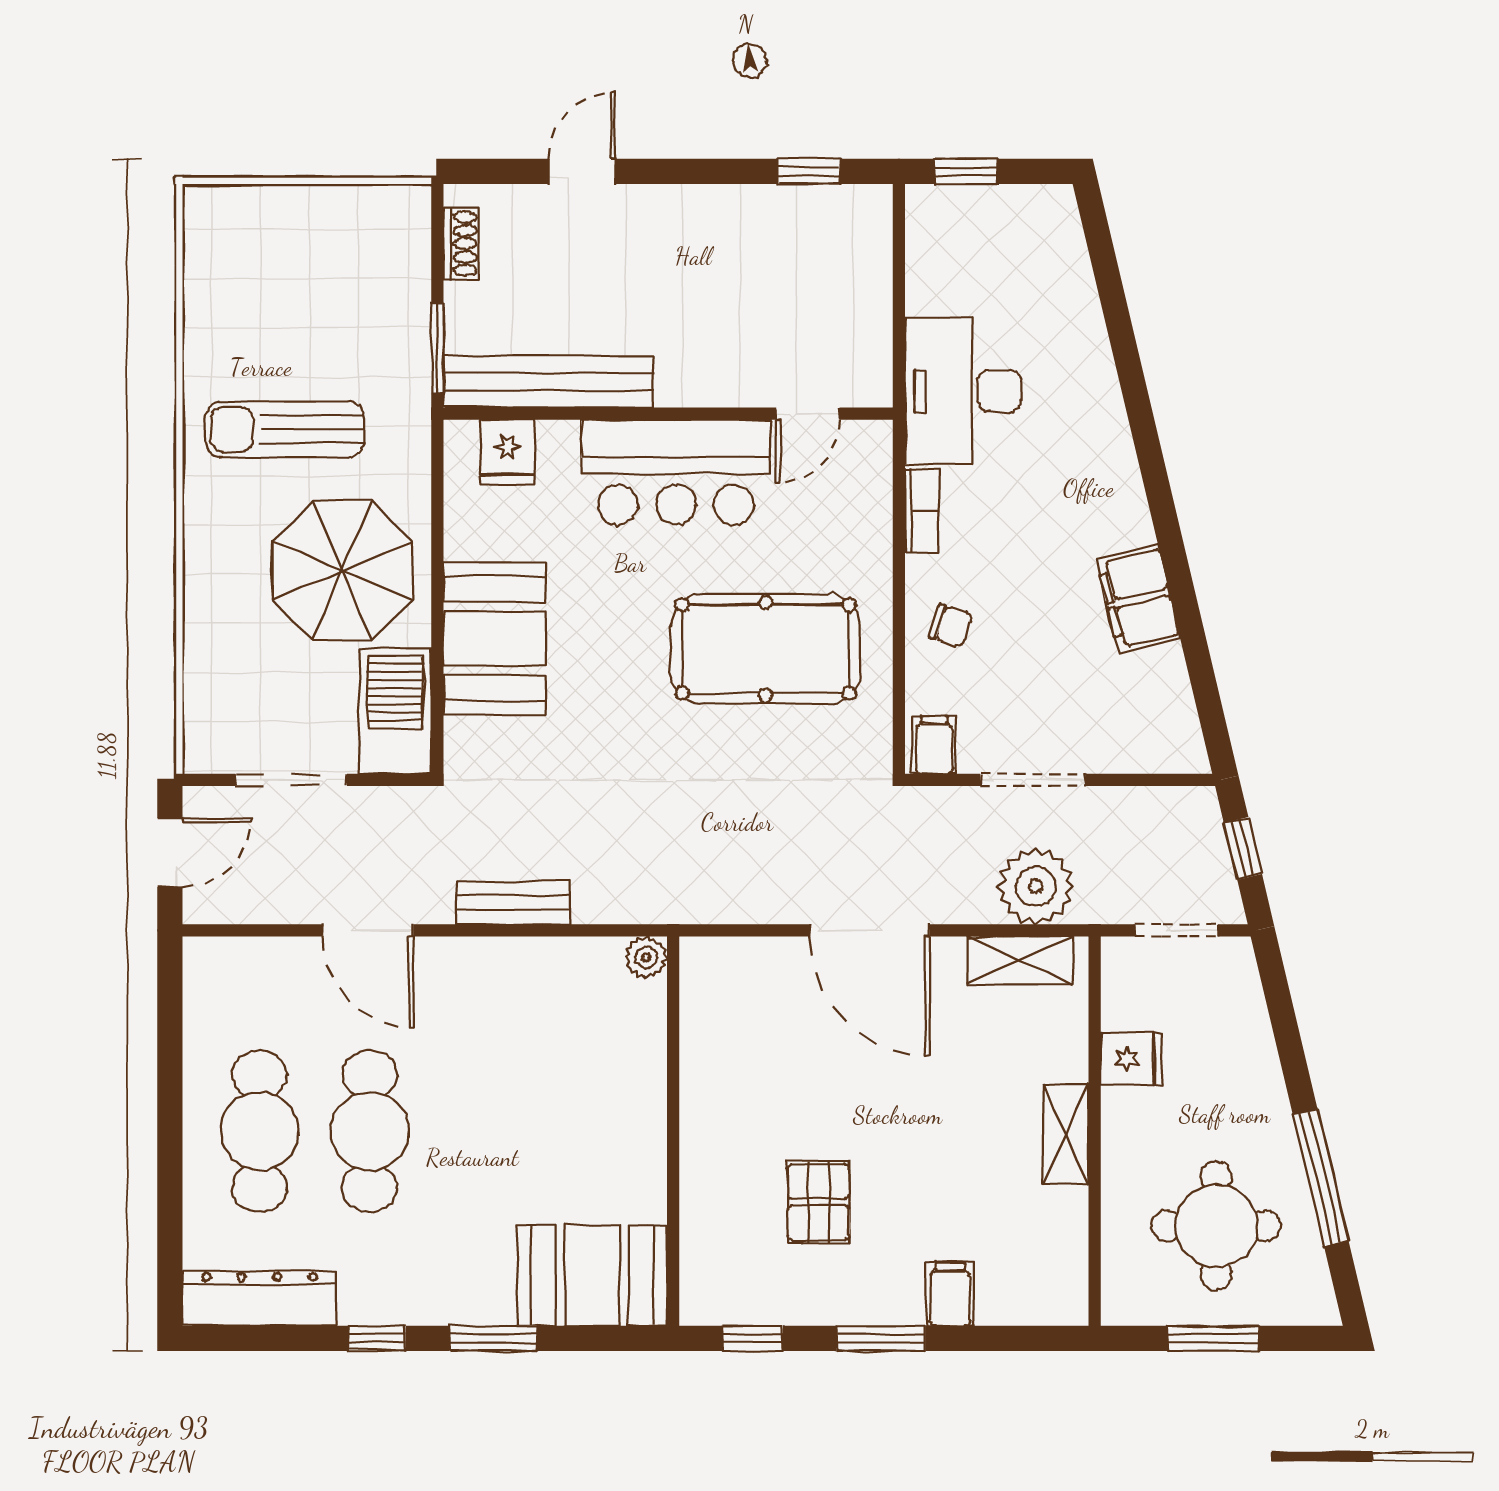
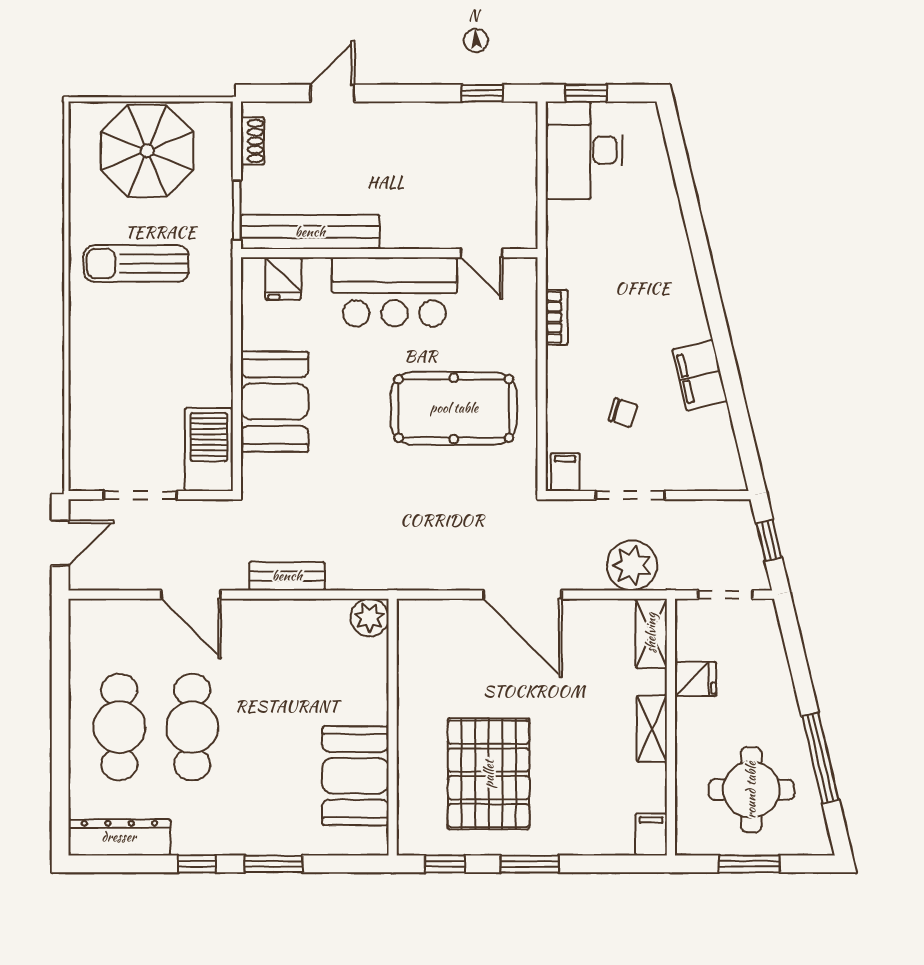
desk: (963, 391) -> (584, 150), moved
door: (808, 414) -> (482, 253), hinge flipped
parasol: (342, 571) -> (147, 151), moved
chair: (951, 626) -> (623, 413), moved
plant: (646, 957) -> (370, 618), width x1.38, depth x1.38
shelving: (1020, 960) -> (651, 633), moved, turned 90
pallet: (818, 1202) -> (489, 774), width x2.05, depth x2.00
booth: (592, 1276) -> (355, 776), moved, turned 90
filing cabinet: (950, 1294) -> (651, 835), moved

